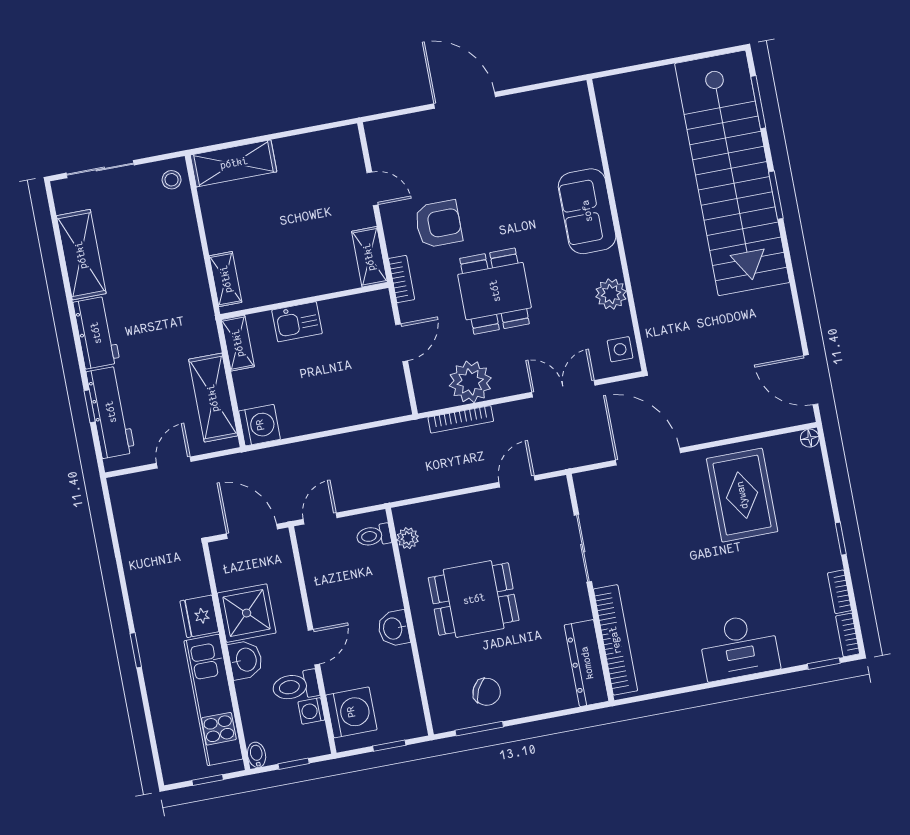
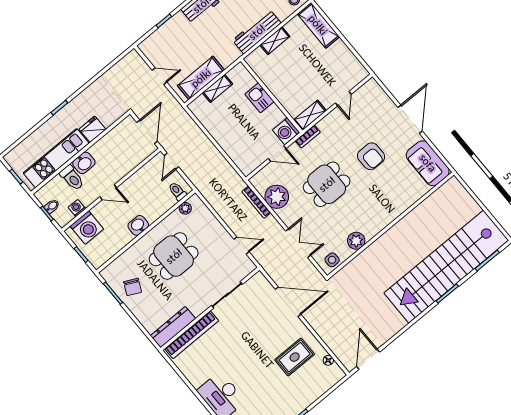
sofa: (587, 211) -> (428, 163), moved, turned -90
armchair: (438, 224) -> (371, 156), moved
shelving: (226, 279) -> (275, 41), moved
shelving: (238, 343) -> (217, 88), moved
workbench: (111, 412) -> (257, 32), moved, turned 180
washing machine: (260, 425) -> (286, 131), moved, turned 90
floor lamp: (810, 438) -> (328, 360), moved
door: (648, 457) -> (288, 302), hinge flipped
rug: (742, 495) -> (295, 357), width x0.73, depth x0.70
door: (320, 519) -> (171, 161), swing flipped
dining table: (474, 599) -> (174, 256), turned 90
shower: (247, 613) -> (107, 151), removed
toilet: (296, 686) -> (72, 178), moved, turned 180
bidet: (257, 755) -> (52, 206), moved

